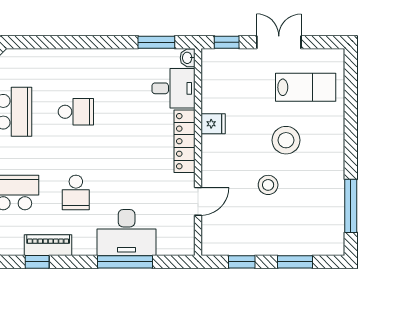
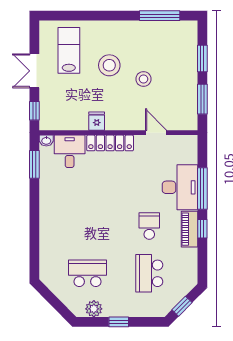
school desk: (76, 112) -> (88, 226), removed
school desk: (76, 192) -> (149, 226), turned -90
piano: (48, 245) -> (190, 229), moved
window: (37, 262) -> (202, 229), moved
window: (242, 262) -> (202, 99), width x1.50

